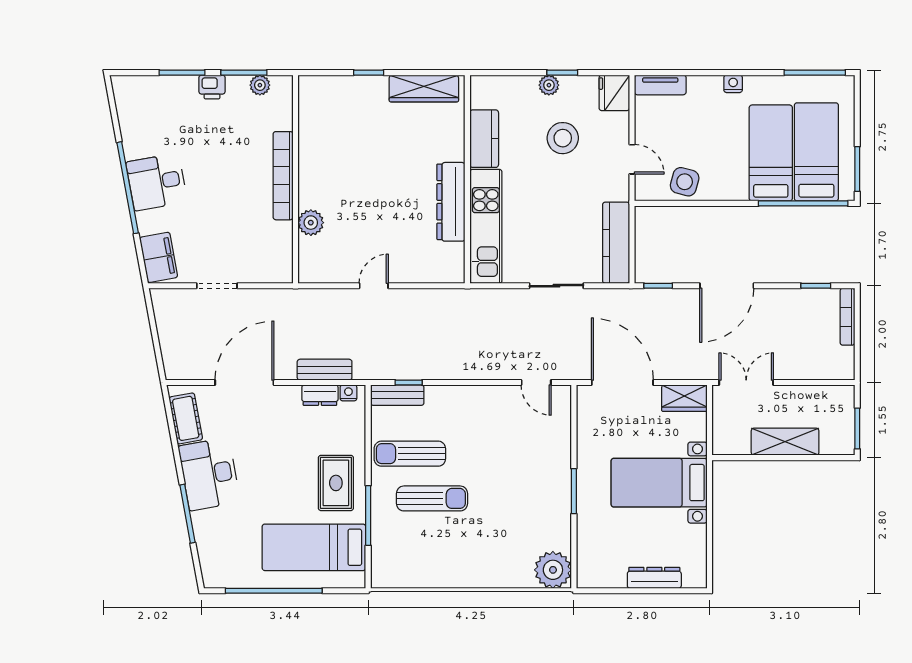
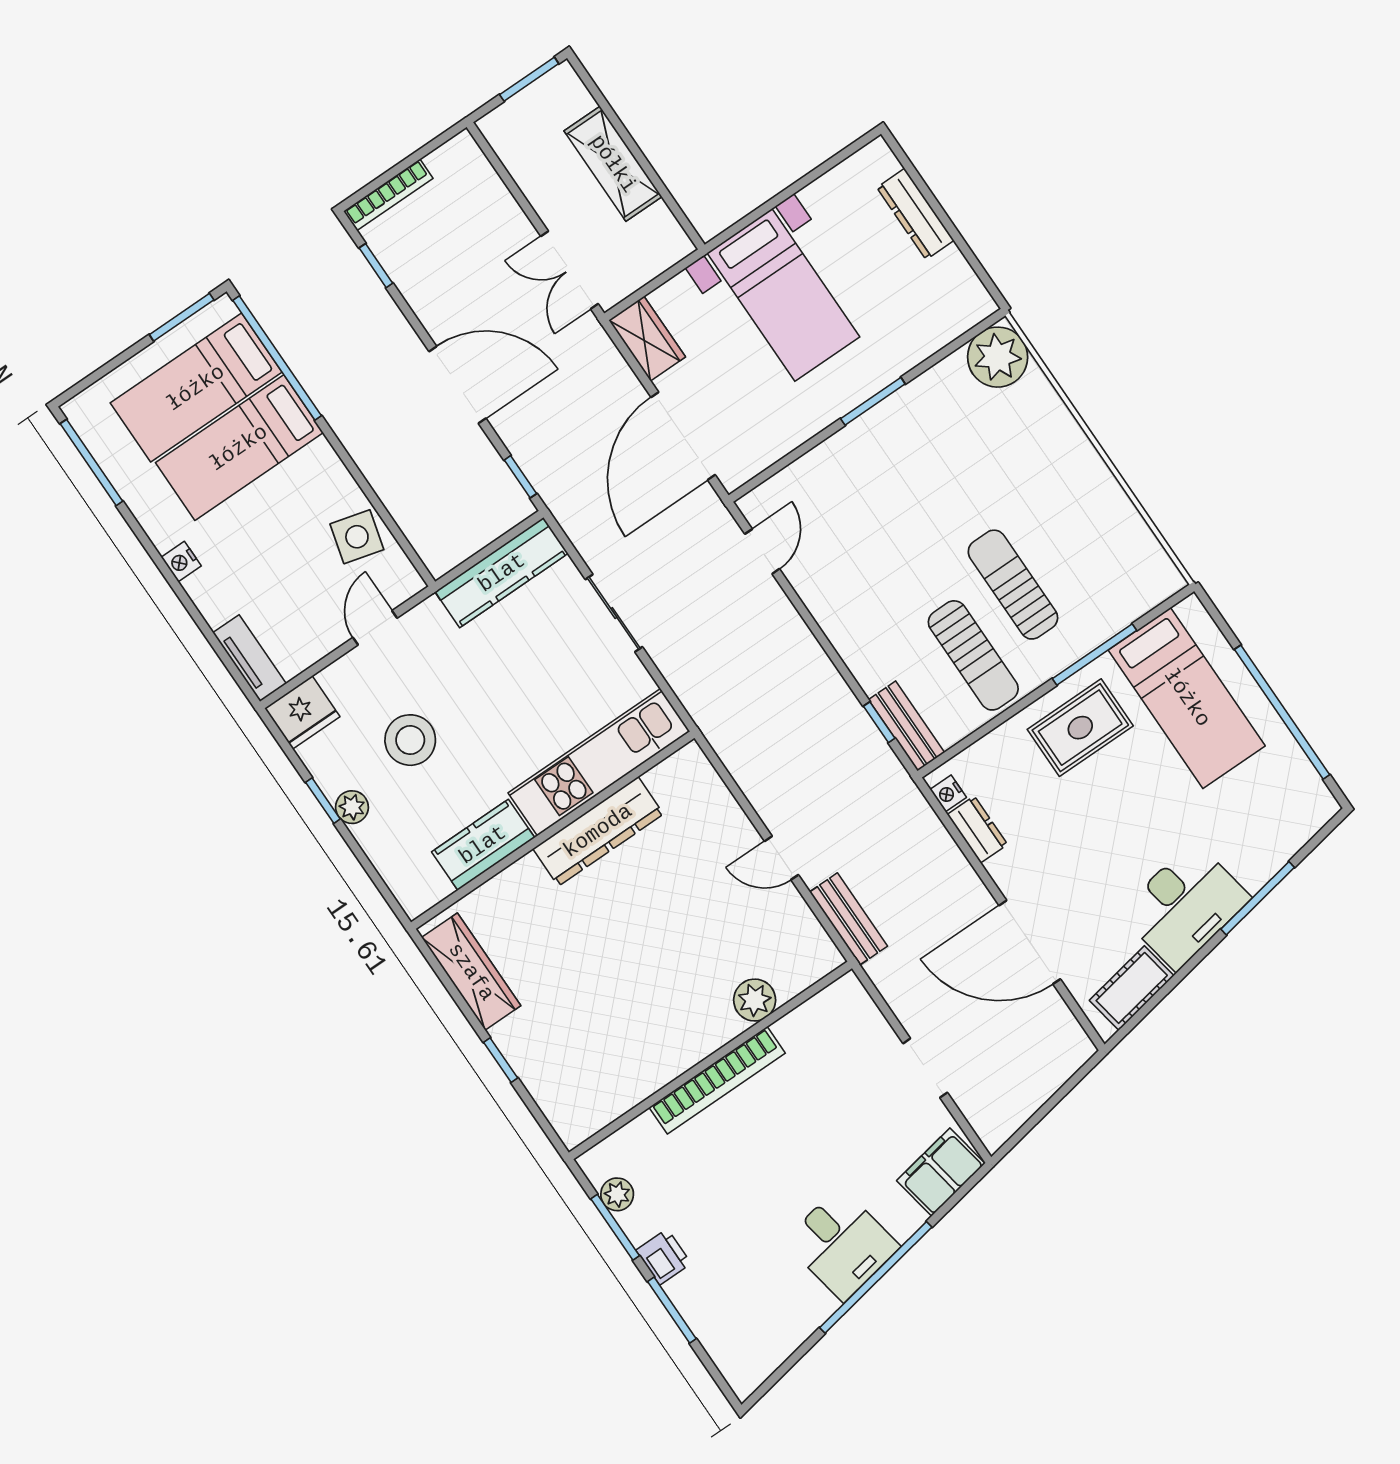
bench: (325, 370) -> (849, 919), moved

